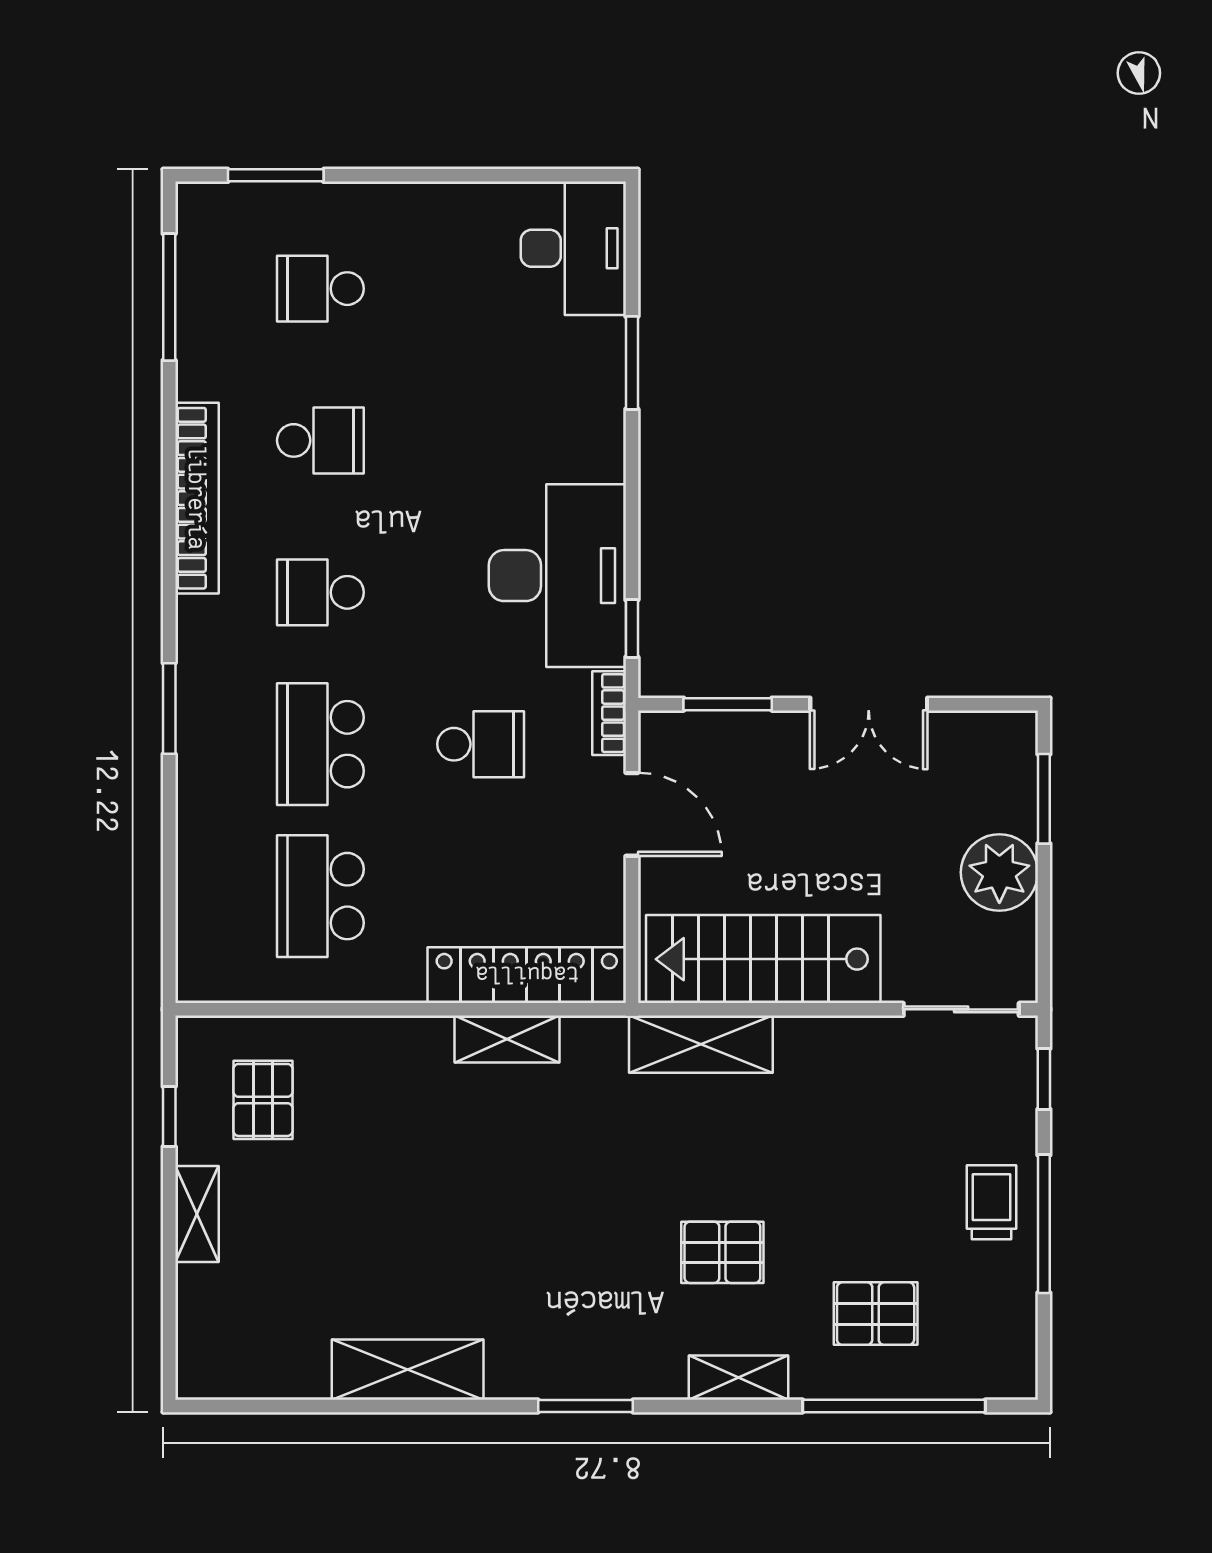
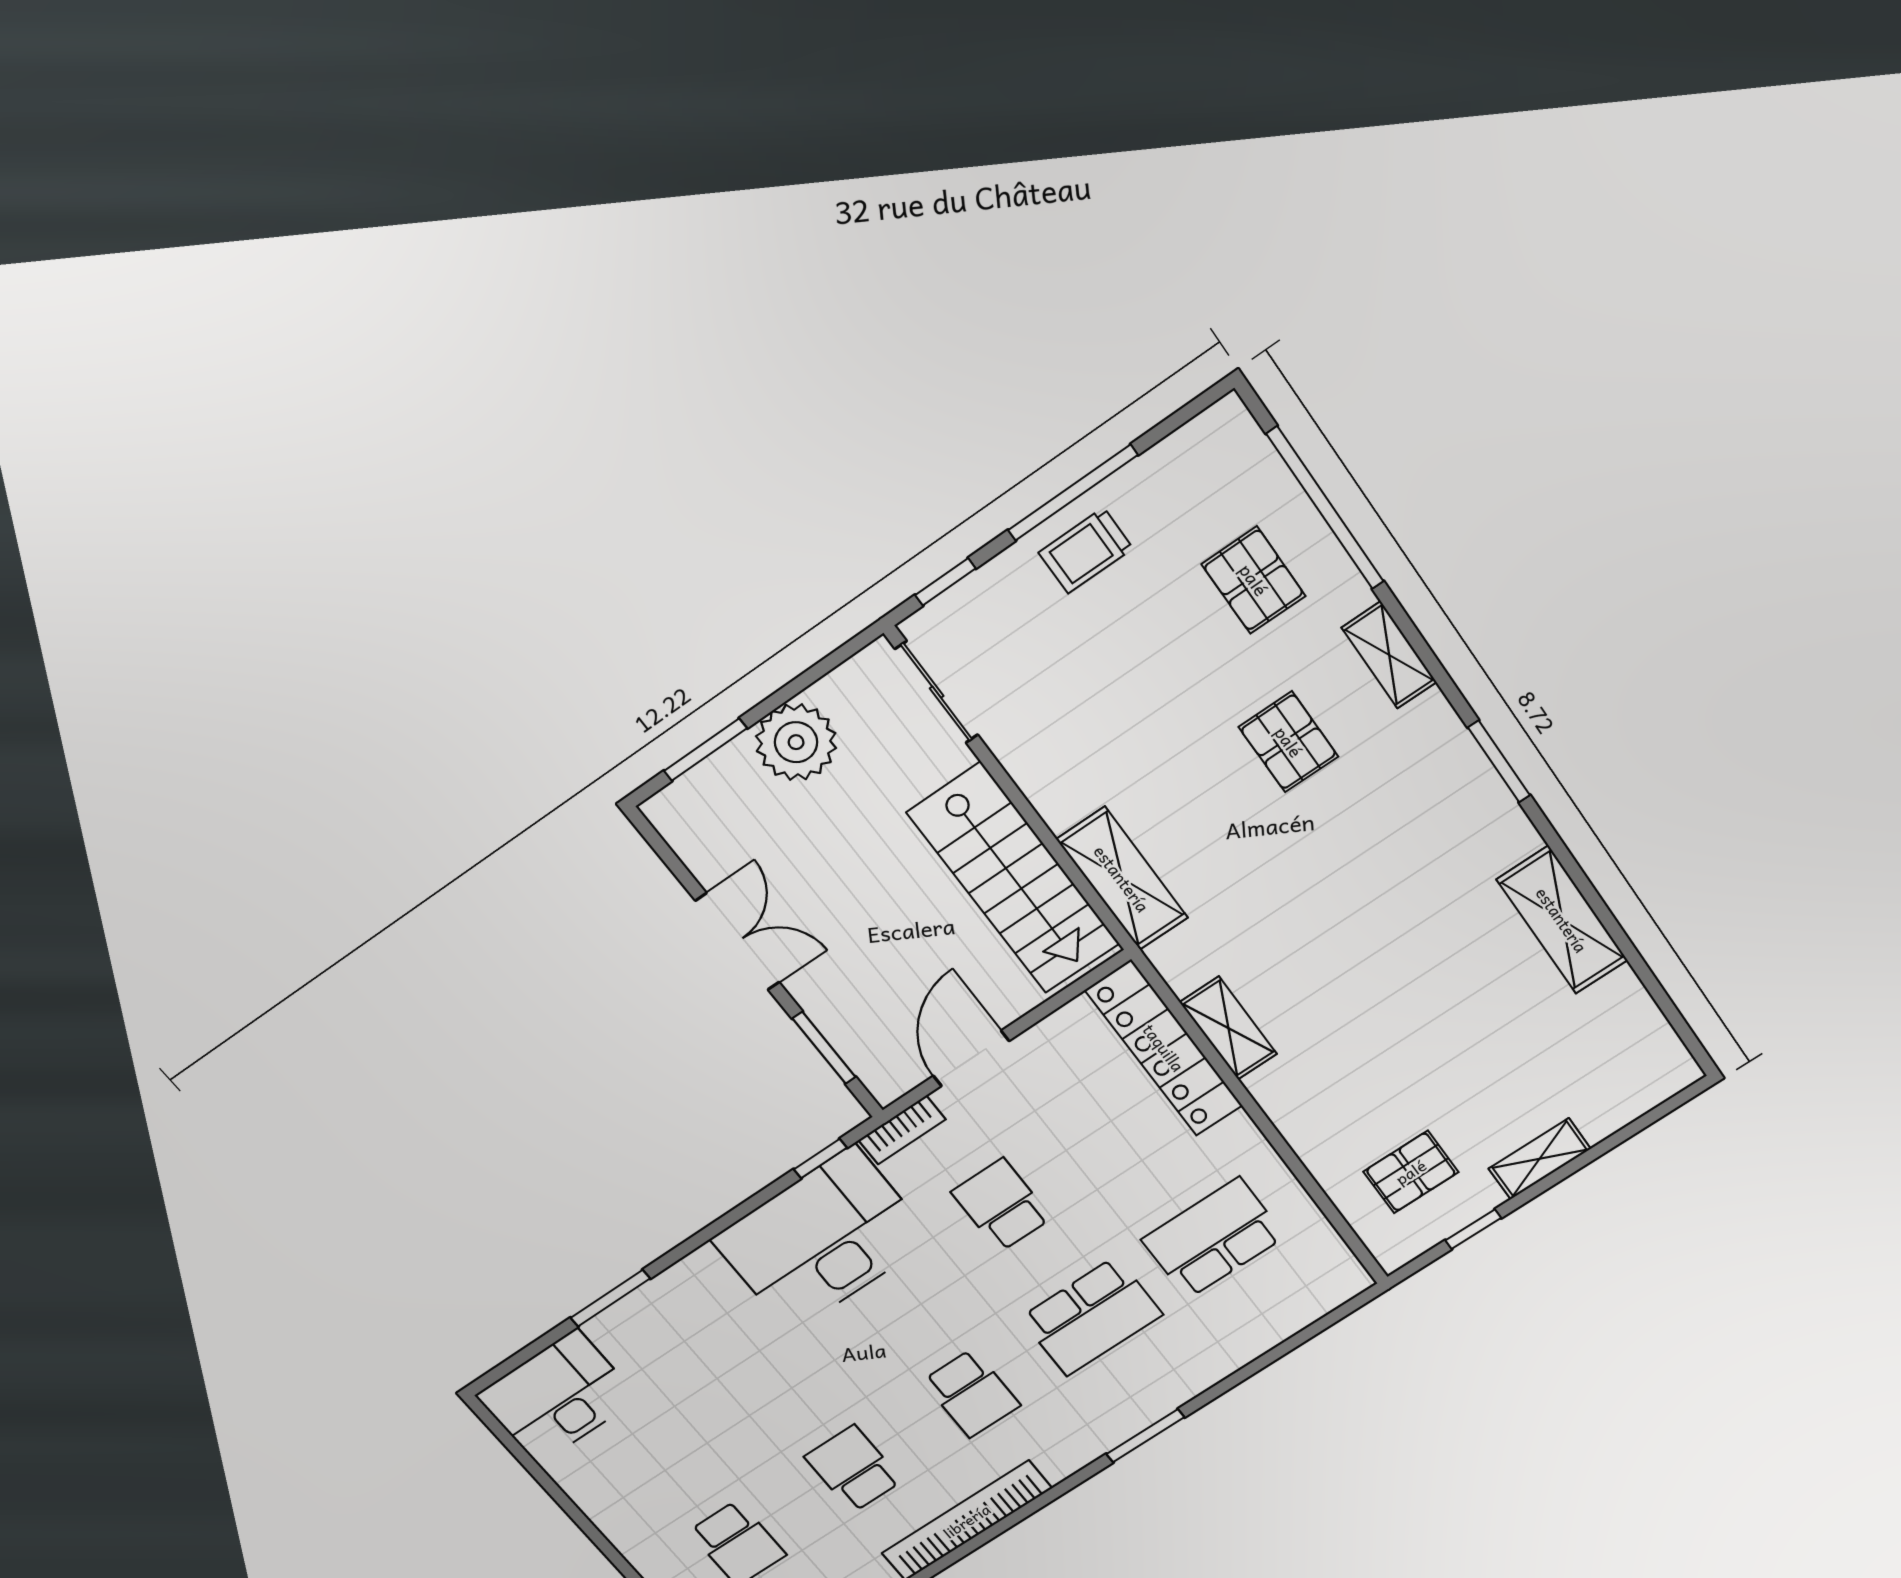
school desk: (320, 896) -> (1213, 1238), turned 180

